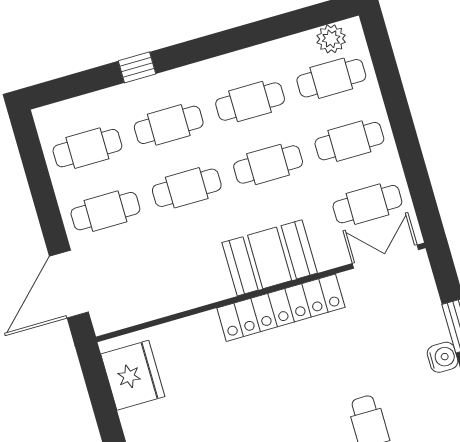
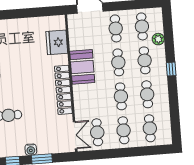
plant: (331, 39) -> (158, 39), moved
window: (137, 67) -> (171, 69), moved
booth: (270, 258) -> (82, 67), moved
fridge: (133, 375) -> (57, 42), moved, turned 90

